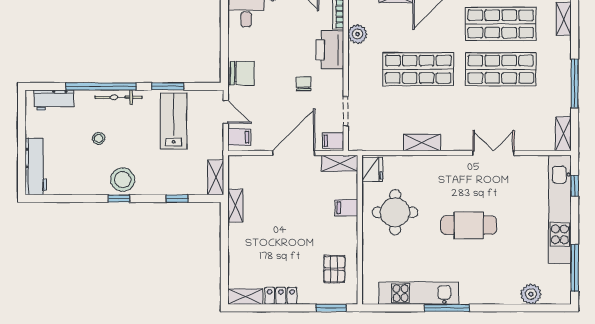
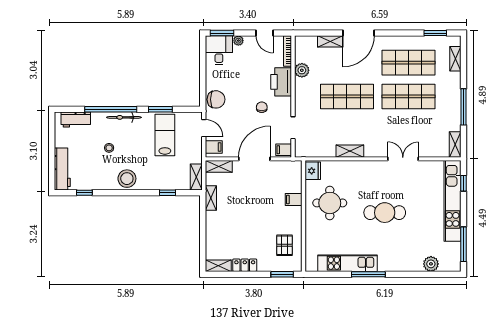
shelving: (340, 163) -> (219, 166), moved
window: (119, 199) -> (84, 193), moved

